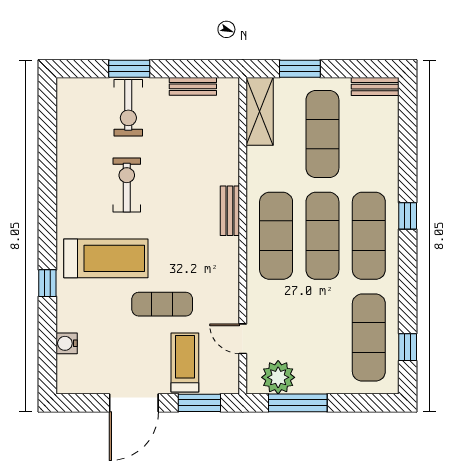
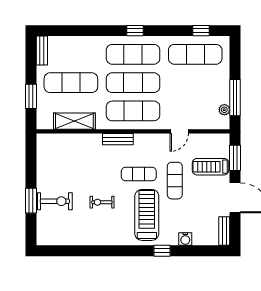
bench: (193, 86) -> (224, 231), moved
shelving: (260, 111) -> (74, 121), moved
exercise bike: (127, 185) -> (102, 202), width x0.73, depth x0.72
window: (408, 216) -> (135, 31), moved
exercise mat: (173, 245) -> (139, 174), added
door: (243, 339) -> (179, 131), moved
water cooler: (67, 343) -> (185, 239), moved
plant: (278, 377) -> (224, 110), width x0.53, depth x0.53

